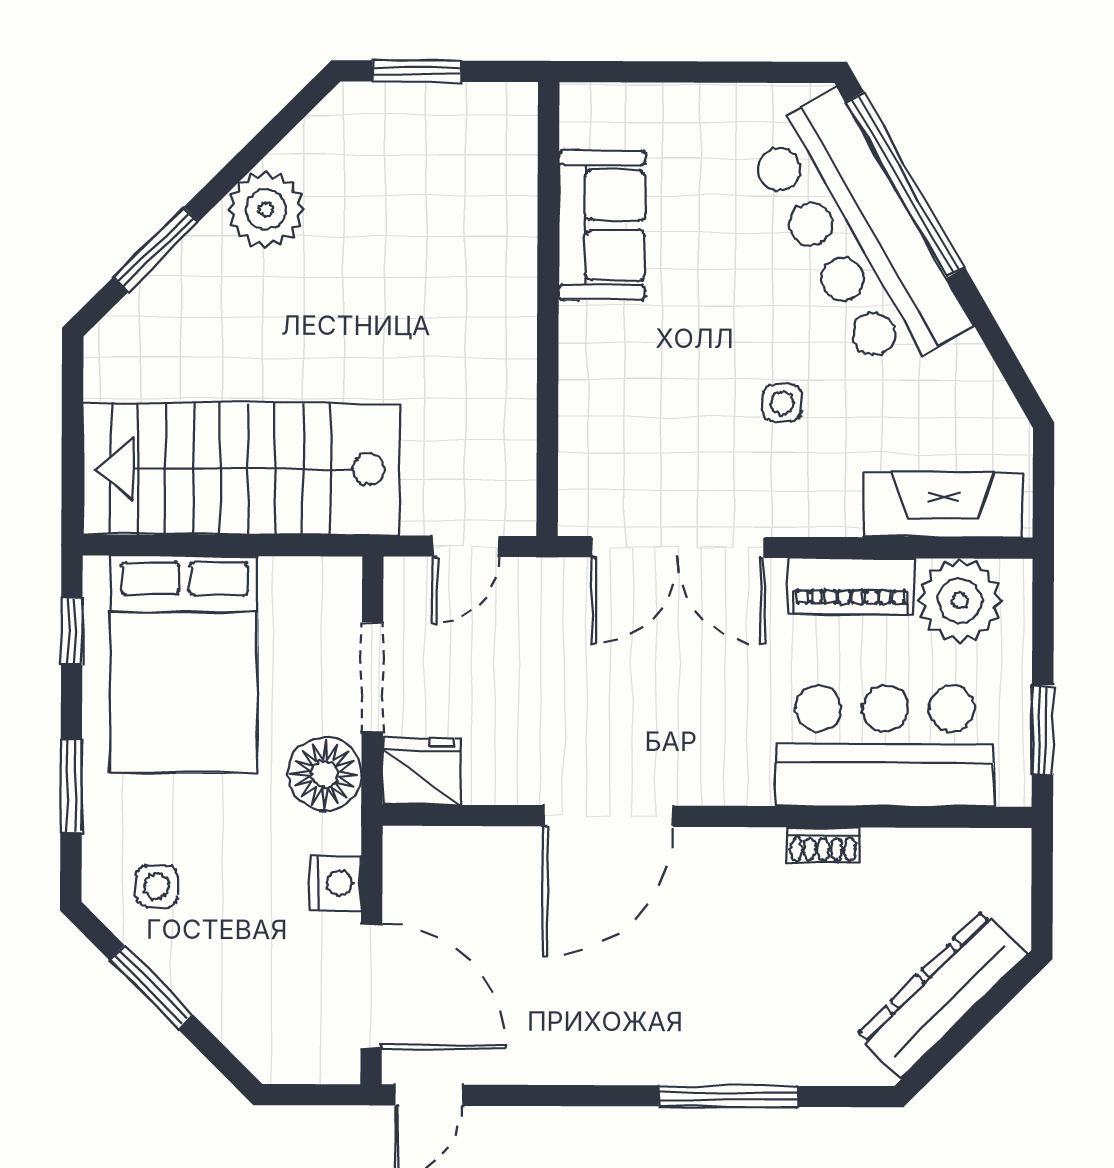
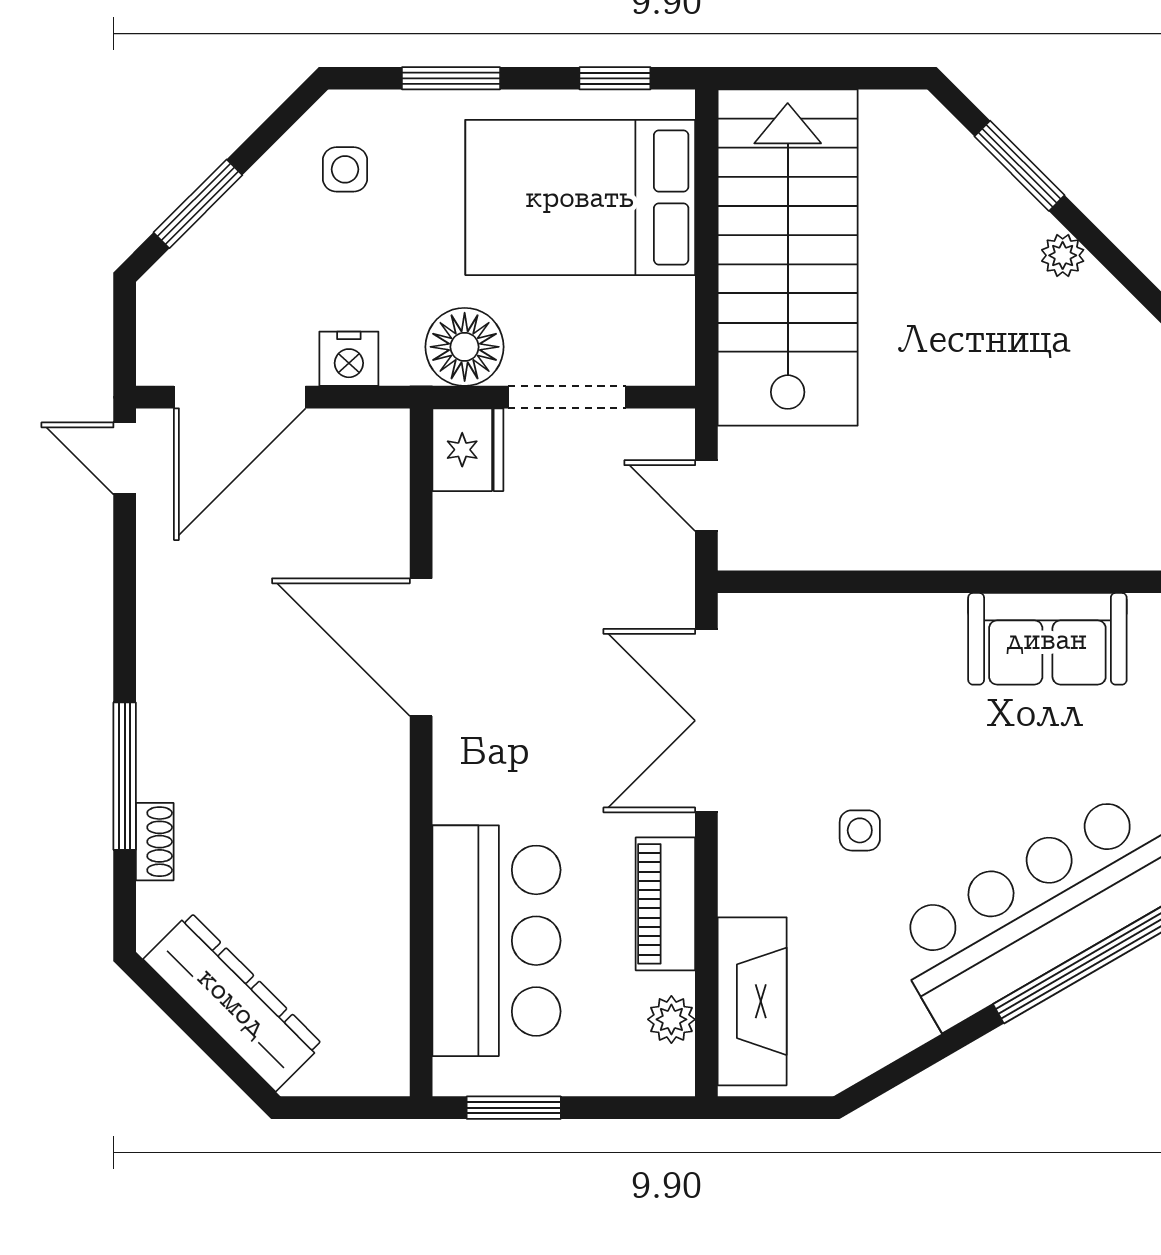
plant: (266, 209) -> (1063, 255), width x0.53, depth x0.53
plant: (960, 601) -> (671, 1019), width x0.53, depth x0.53
shoe rack: (823, 845) -> (155, 842), moved, turned 180
window: (151, 987) -> (198, 204), moved

